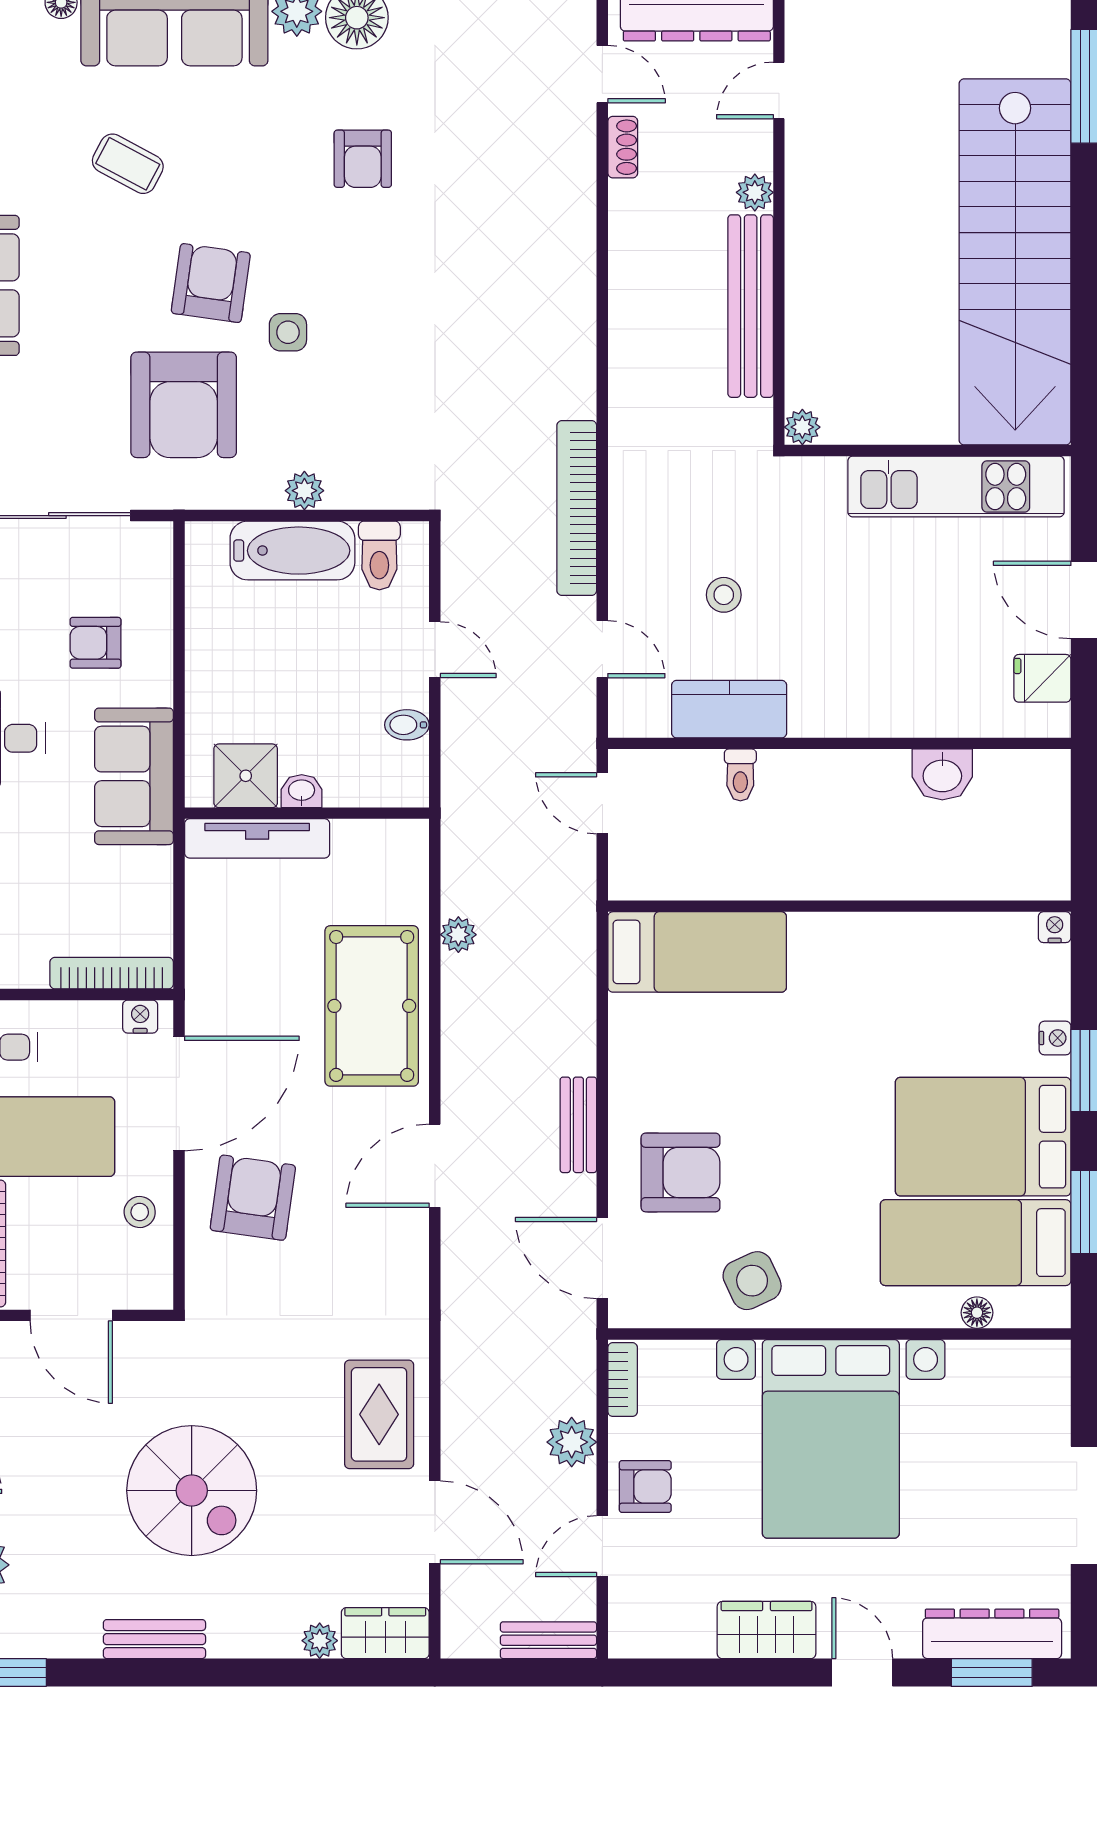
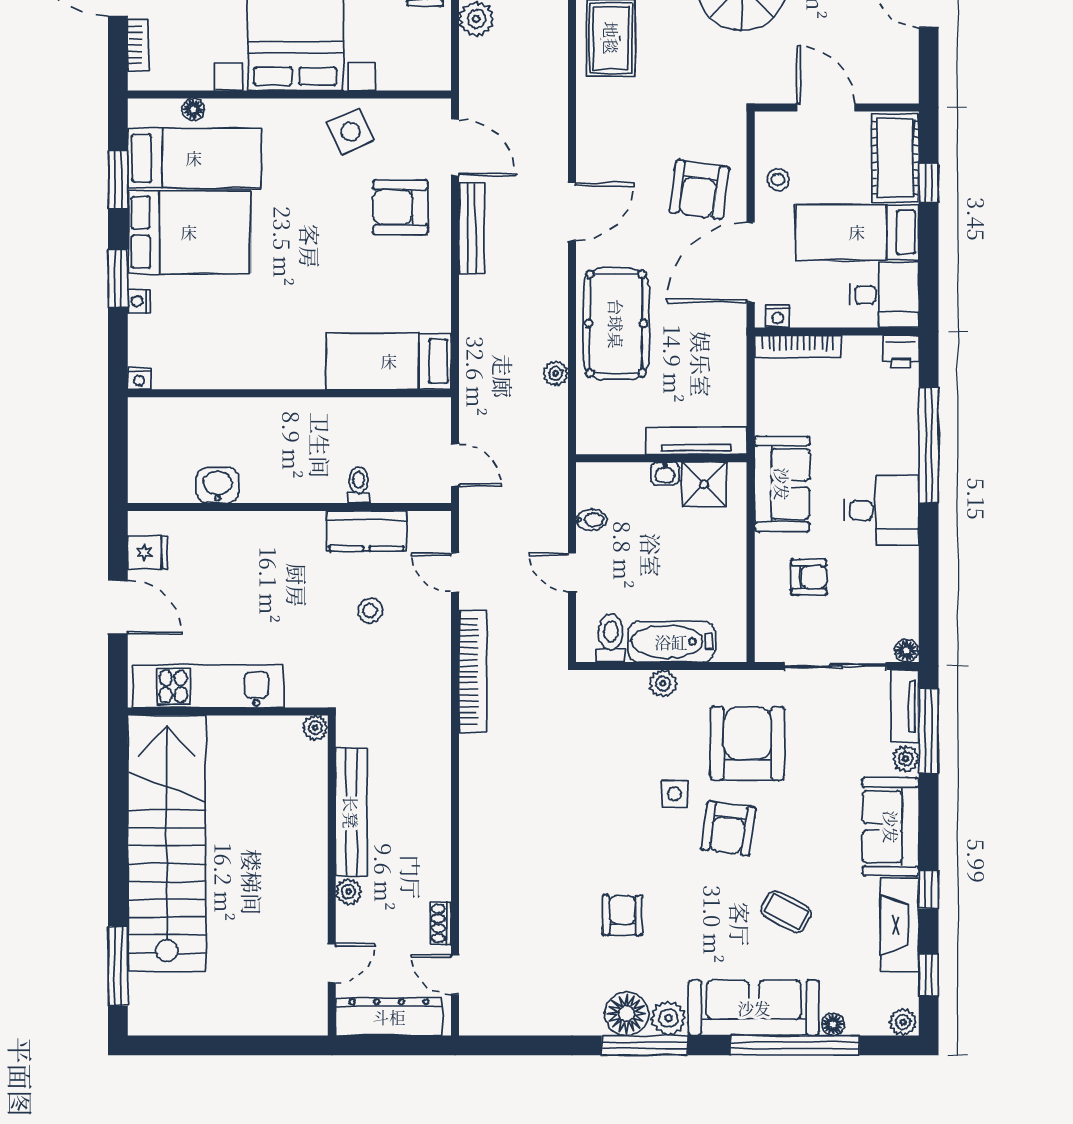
bench: (578, 1125) -> (472, 228), width x1.36
bookcase: (623, 1380) -> (138, 45), moved, turned 180

